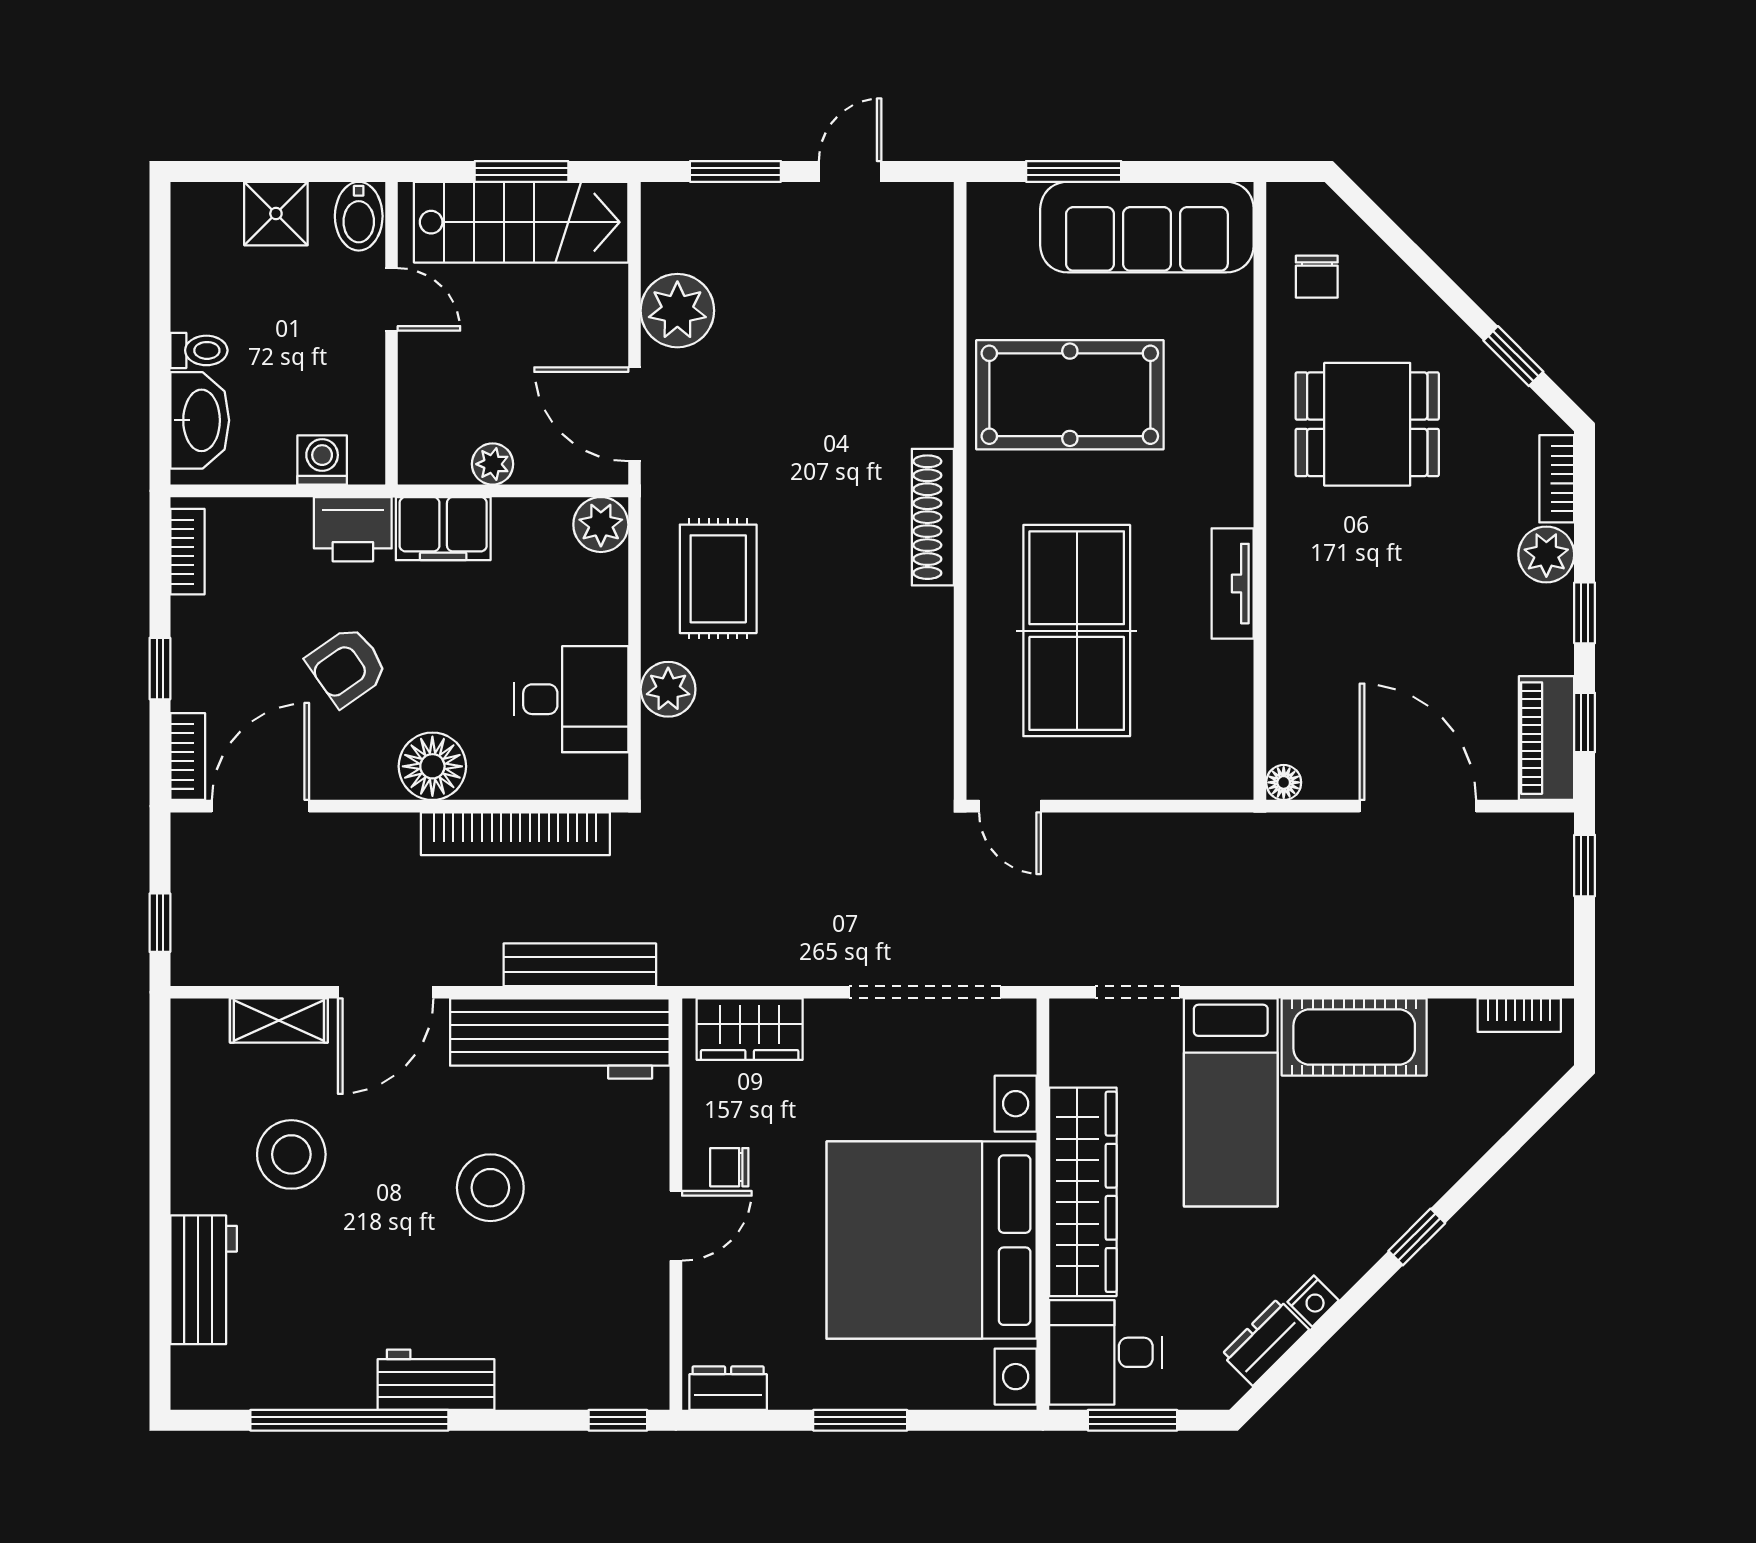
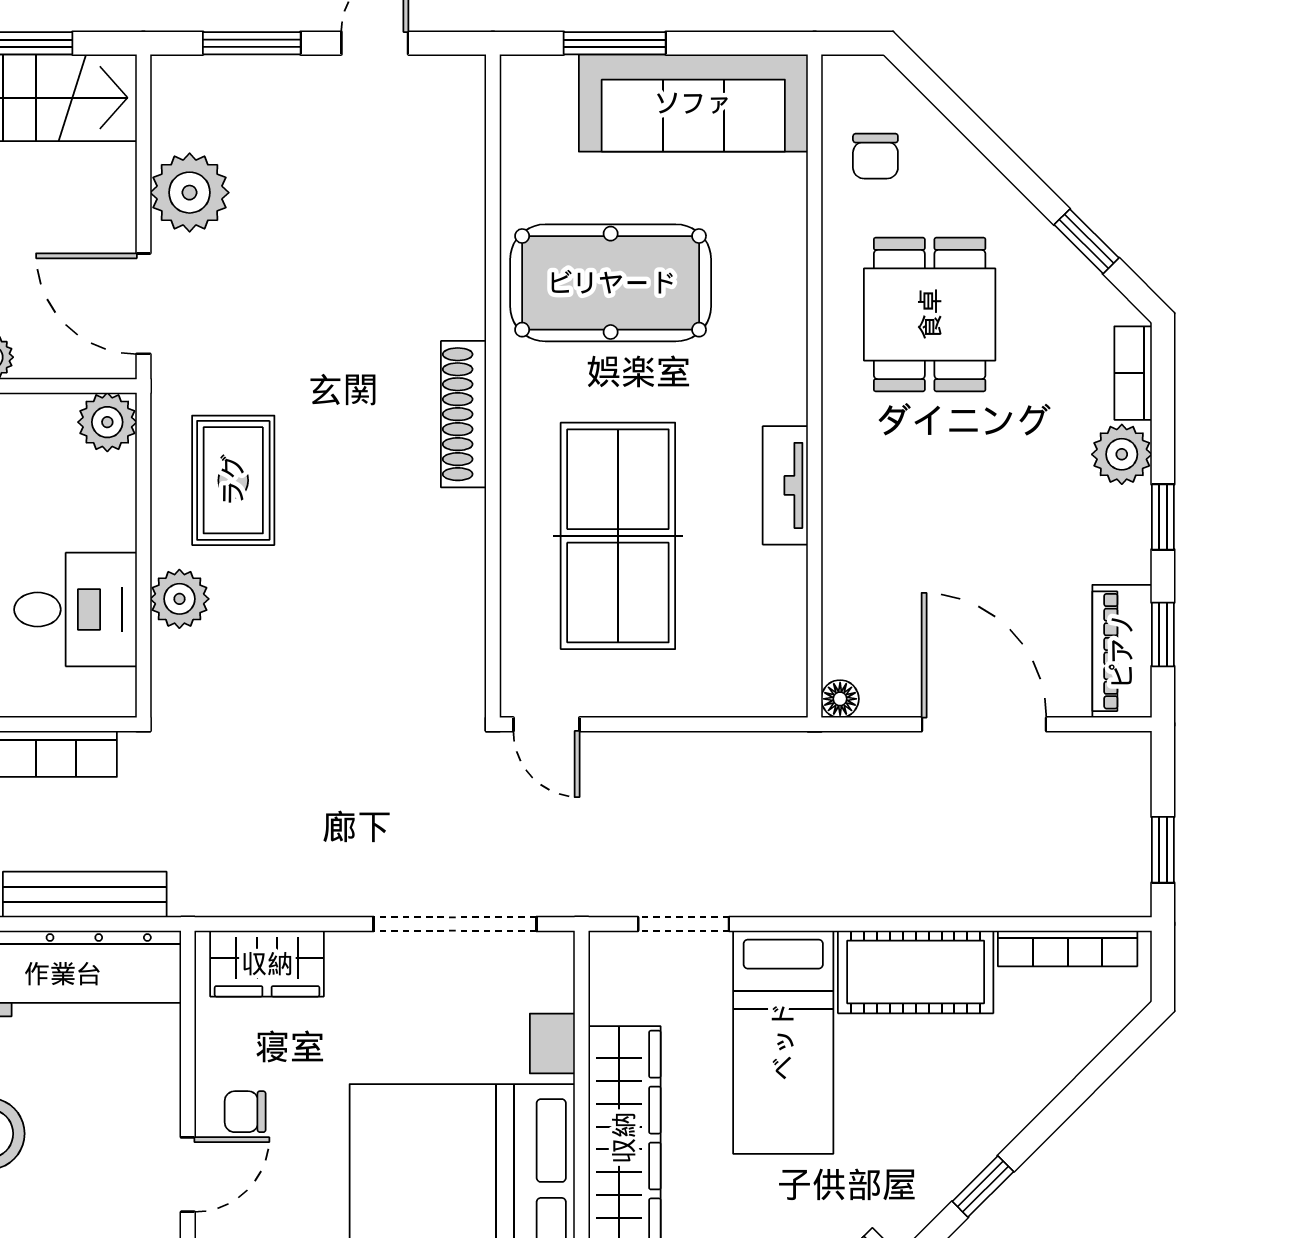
dining table: (1367, 424) -> (930, 314), turned 90
window: (1585, 866) -> (1163, 850), moved
bookcase: (1519, 1015) -> (1068, 948), width x1.56

